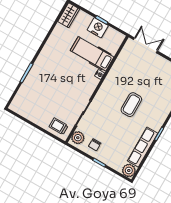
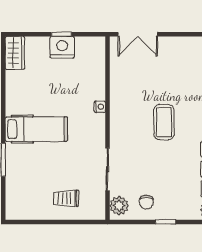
double door: (145, 45) -> (138, 34), swing flipped
hospital bed: (92, 54) -> (36, 129), moved, turned 180
trolley: (59, 126) -> (66, 198), moved

